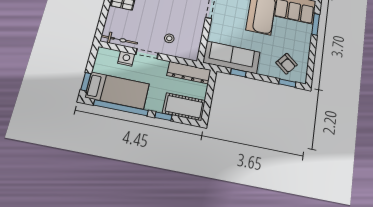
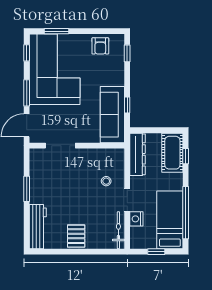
armchair: (287, 64) -> (100, 46), moved, turned 141
window: (86, 82) -> (156, 252), moved
window: (163, 116) -> (186, 156), moved

